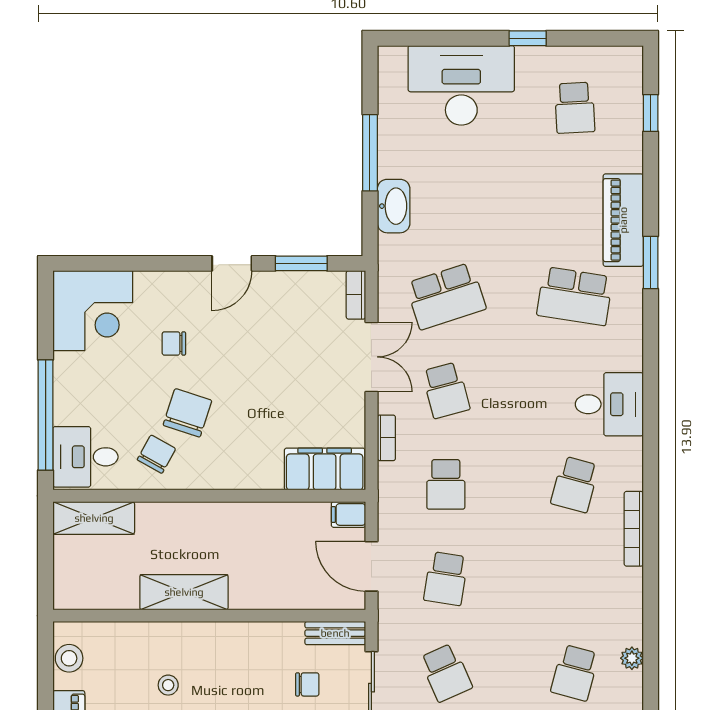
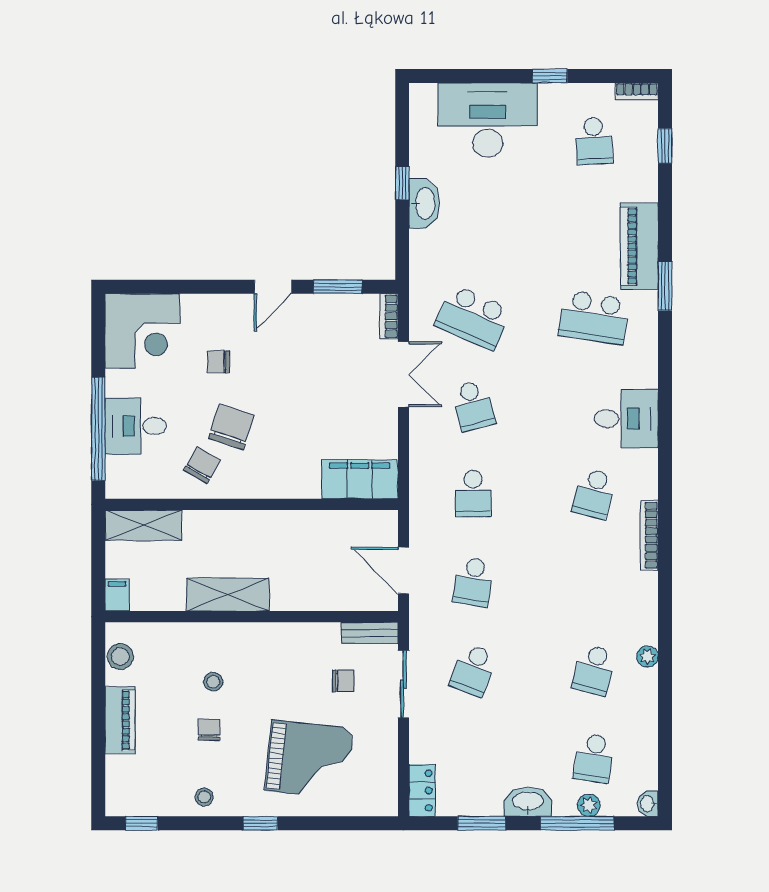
window: (370, 153) -> (402, 183), width x0.46
washbasin: (394, 206) -> (424, 203), moved
school desk: (446, 296) -> (473, 317), turned 42
bookcase: (386, 438) -> (637, 91), moved, turned 90
desk: (85, 457) -> (136, 426), moved
filing cabinet: (348, 514) -> (117, 595), moved, turned 90
school desk: (446, 673) -> (473, 670), turned 45

